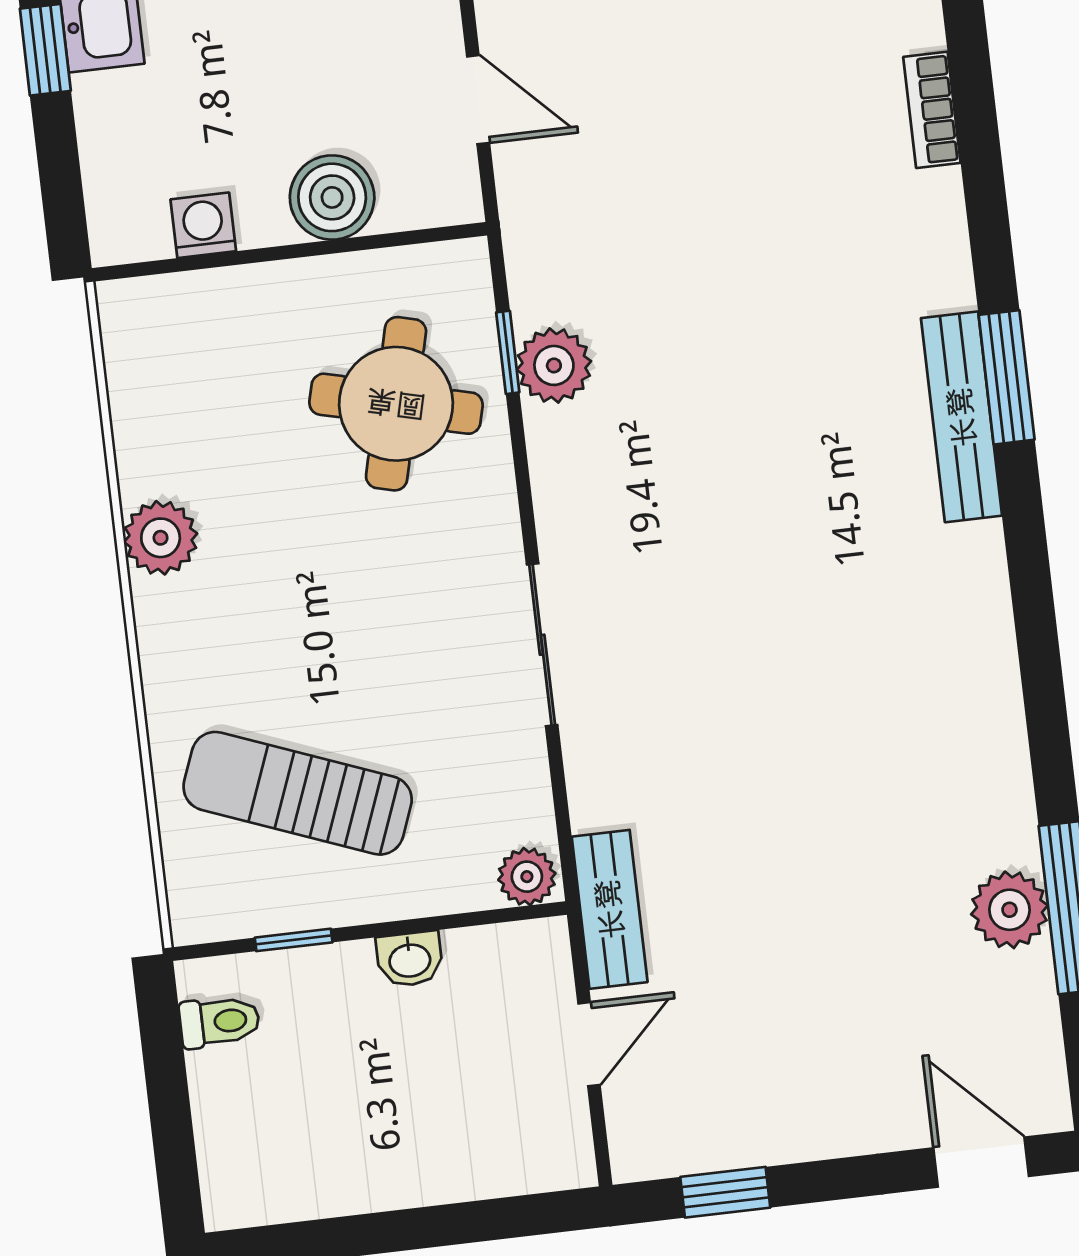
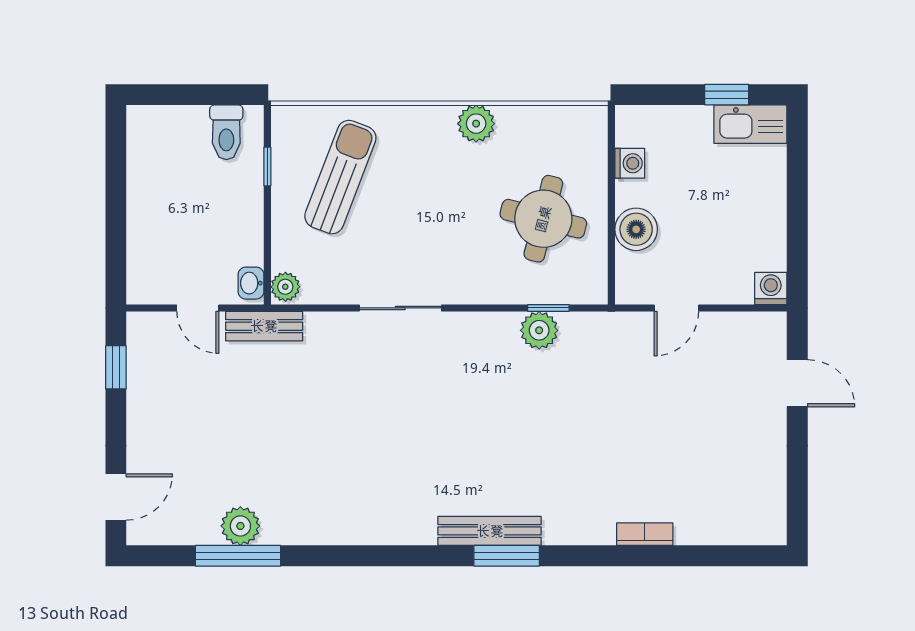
round table: (396, 404) -> (543, 219), moved
washbasin: (410, 959) -> (251, 283), moved
toilet: (220, 1022) -> (226, 132), width x1.37, depth x1.39

